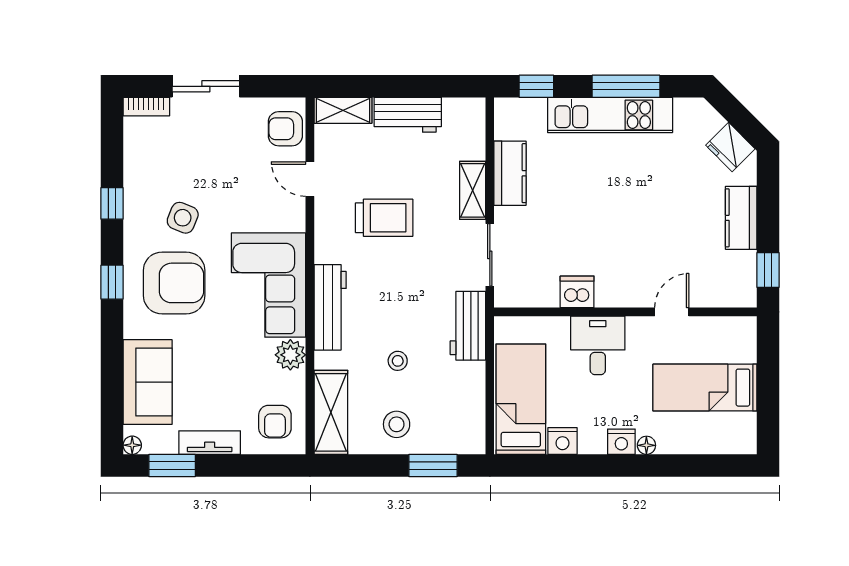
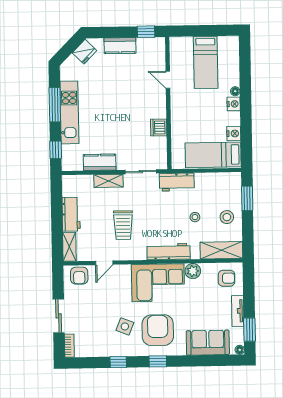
trolley: (384, 218) -> (123, 225), turned 180
desk: (598, 345) -> (185, 117), removed

